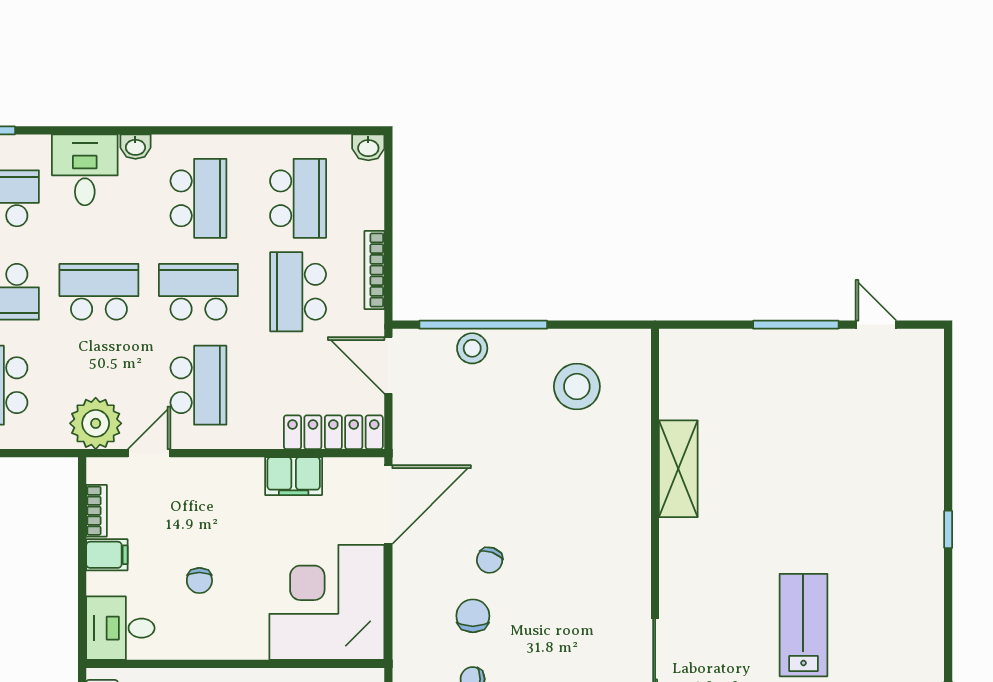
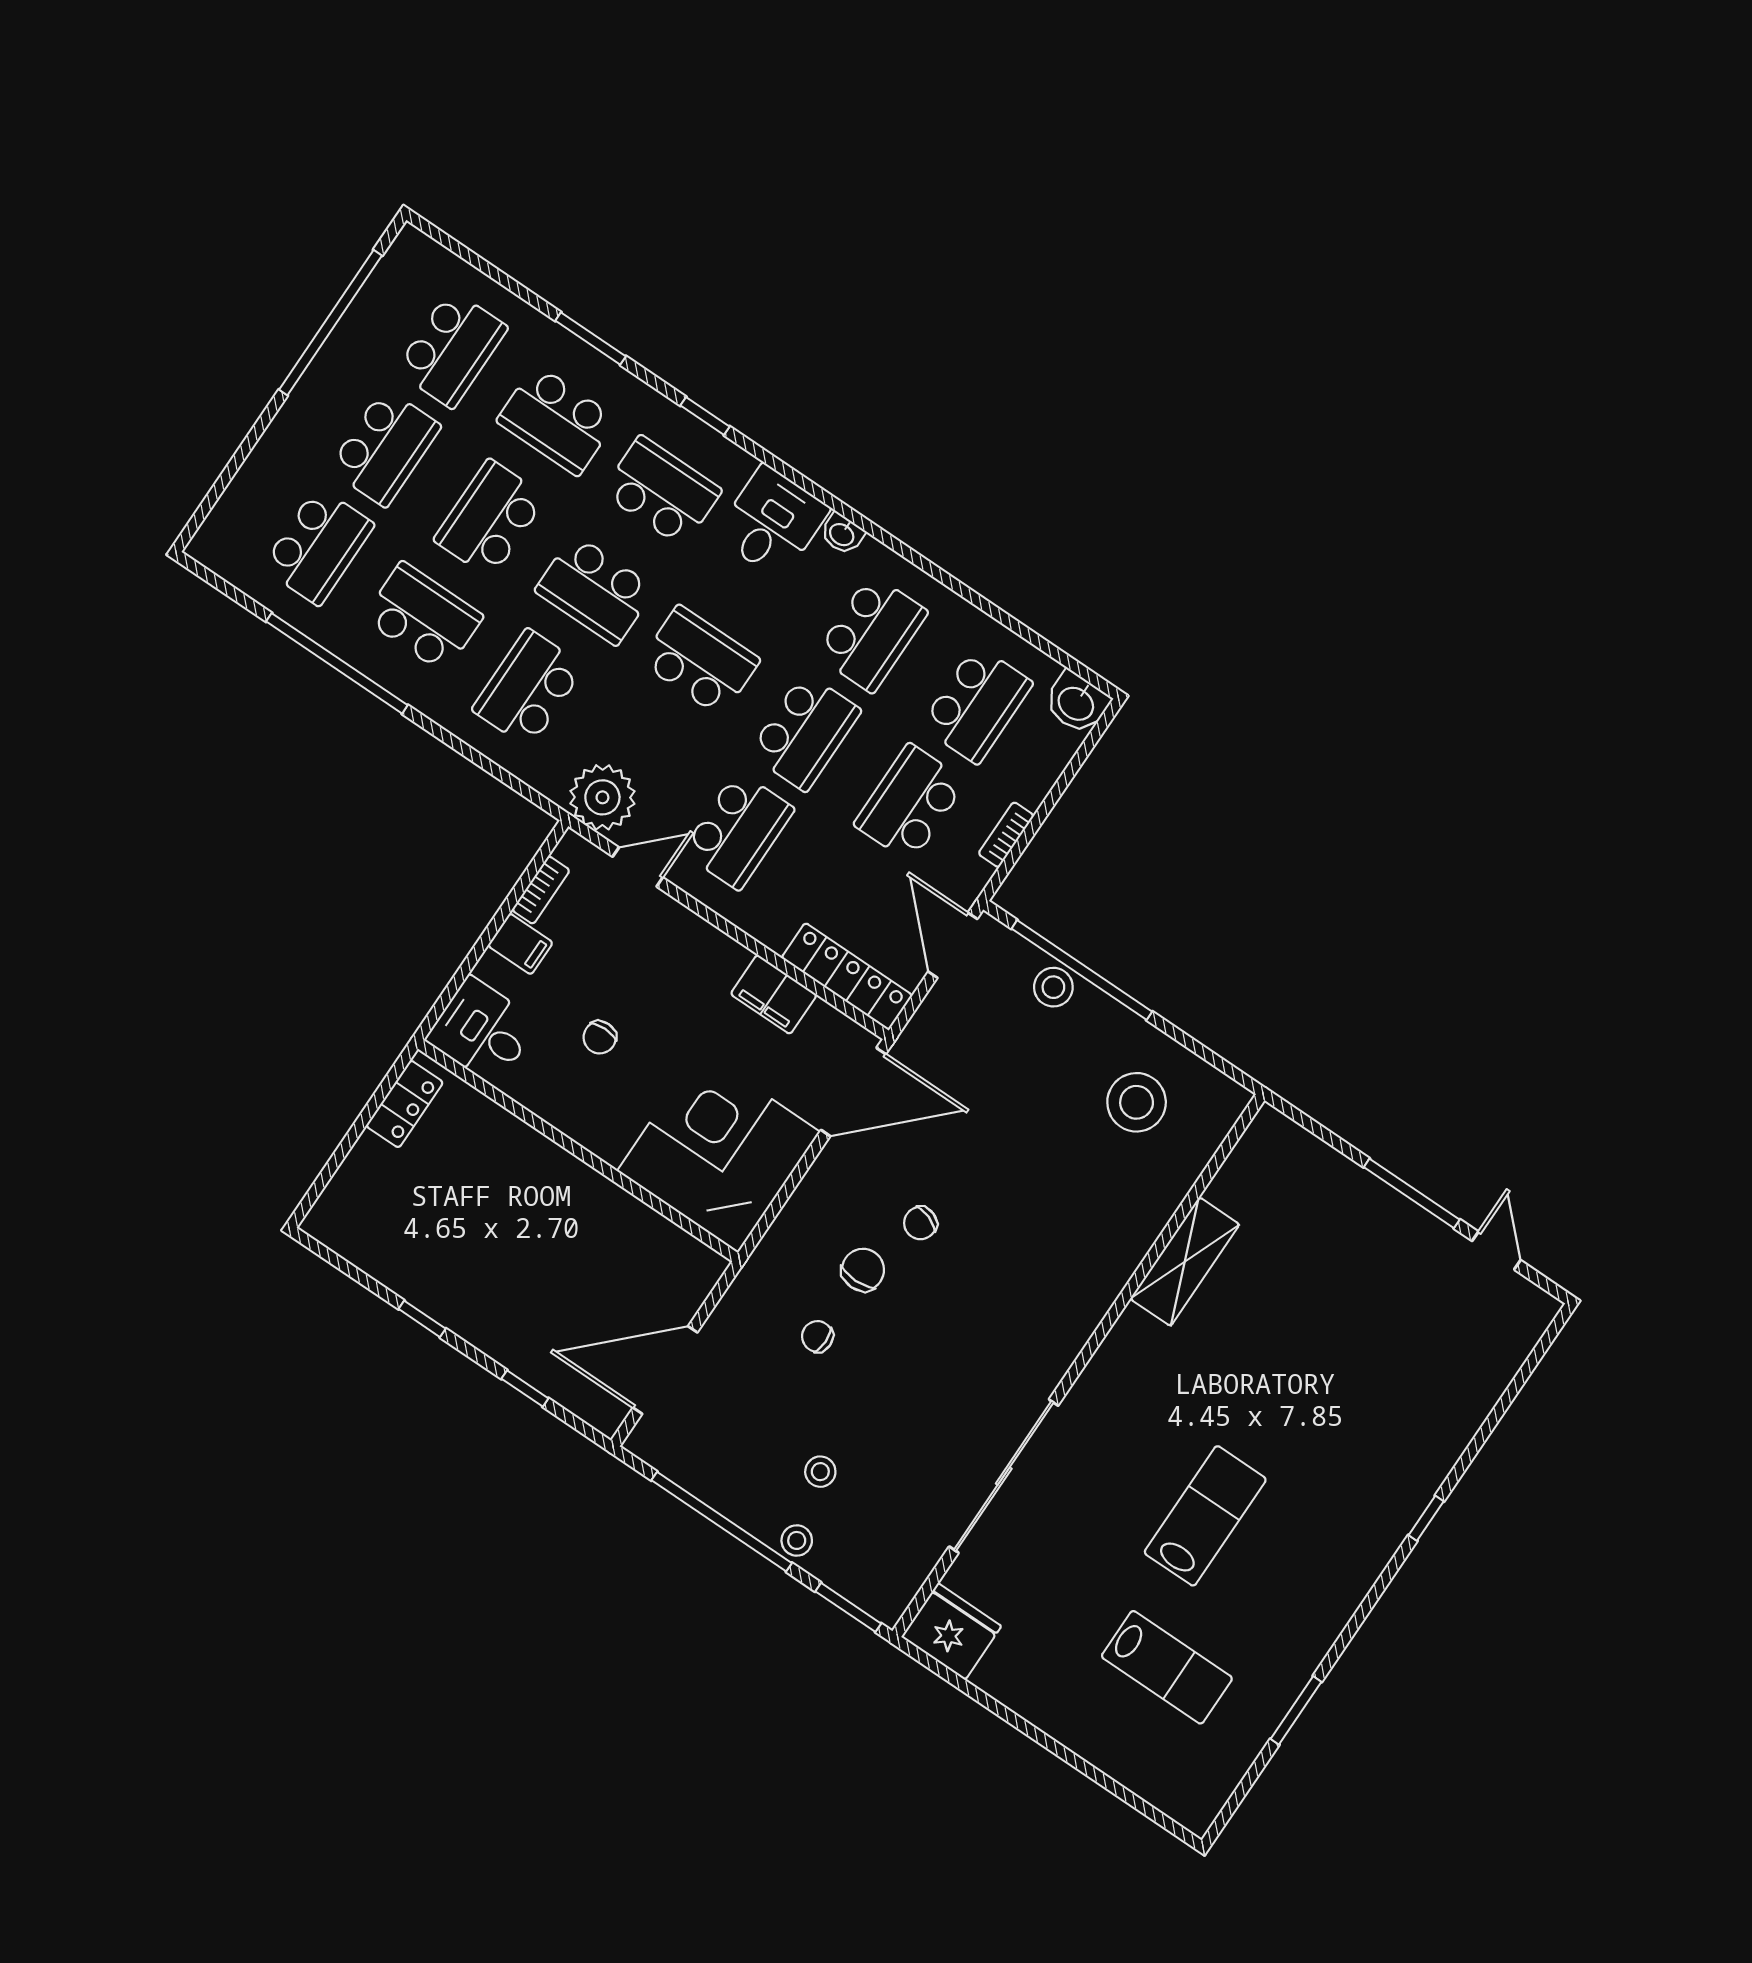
washbasin: (368, 147) -> (1077, 703), width x1.38, depth x1.45
bookcase: (374, 270) -> (1006, 835), width x0.64
school desk: (198, 292) -> (805, 732), turned 90

